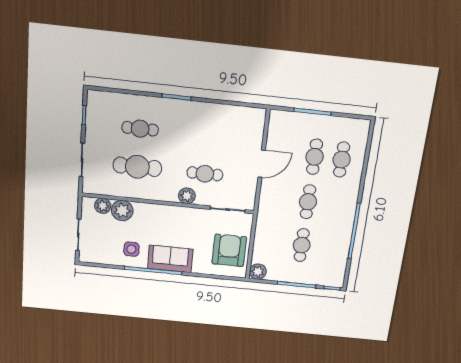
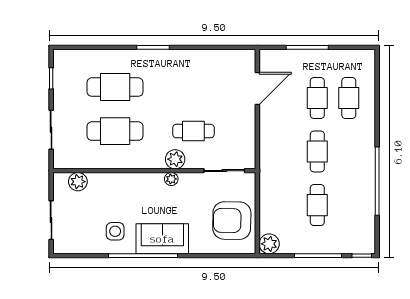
cafe table: (140, 129) -> (115, 87), width x1.37, depth x1.35
door: (262, 164) -> (257, 89), moved
plant: (122, 211) -> (171, 179), moved, width x0.53, depth x0.53
armchair: (229, 250) -> (232, 221), turned -89

